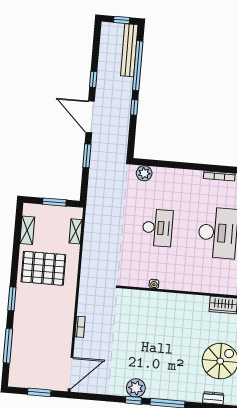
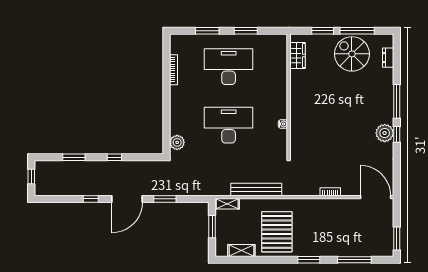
bench: (129, 50) -> (256, 190), moved
window: (138, 66) -> (74, 157), width x0.47
desk: (157, 228) -> (229, 125), width x1.36, depth x1.30
shelving: (76, 231) -> (227, 204), moved
window: (39, 392) -> (397, 239), moved

